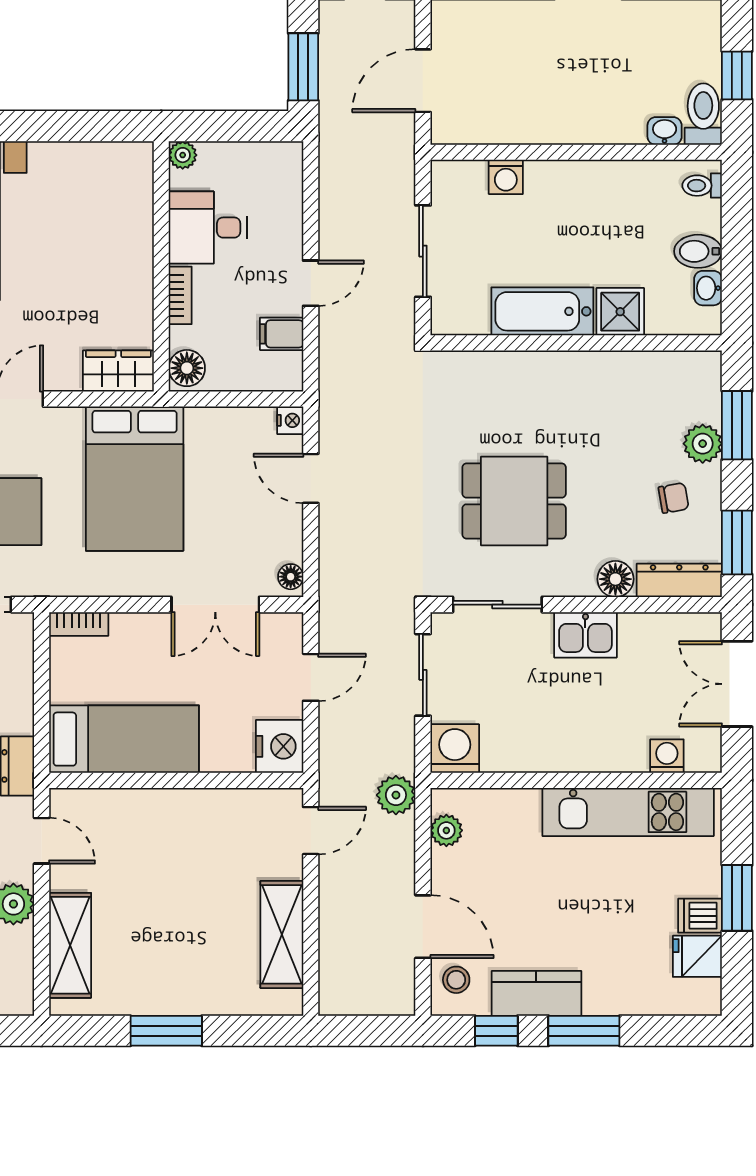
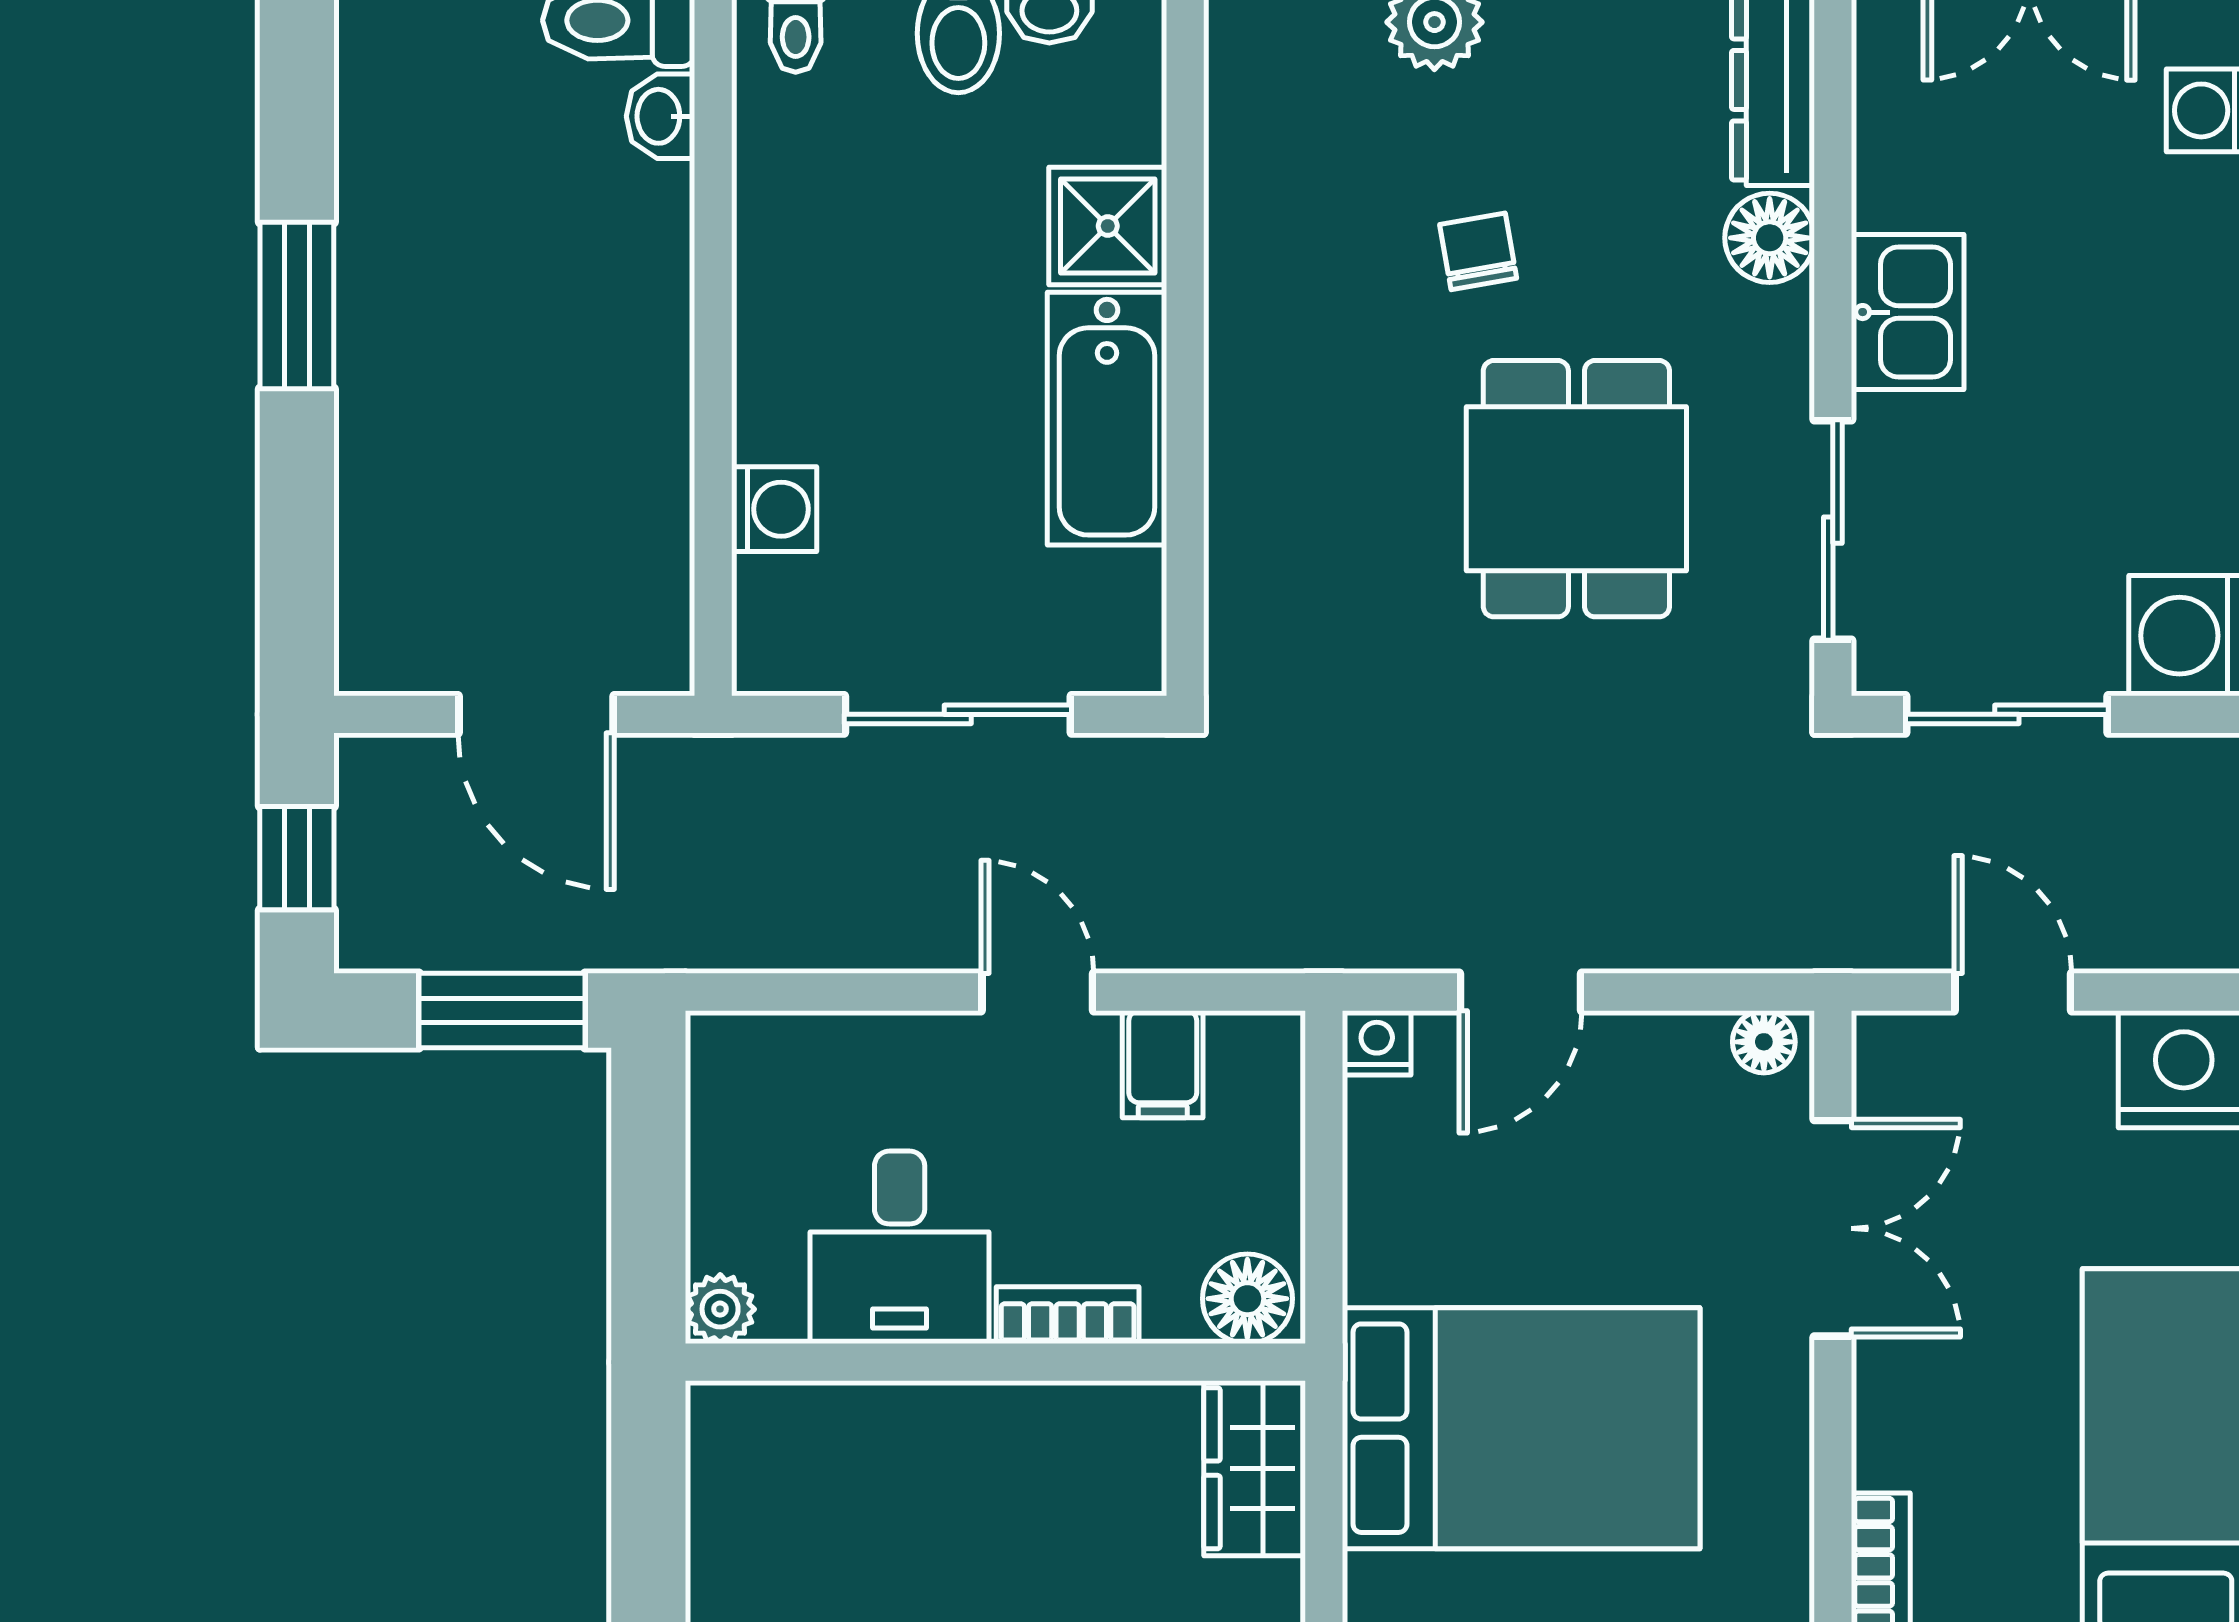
chair: (674, 498) -> (1478, 251), moved

